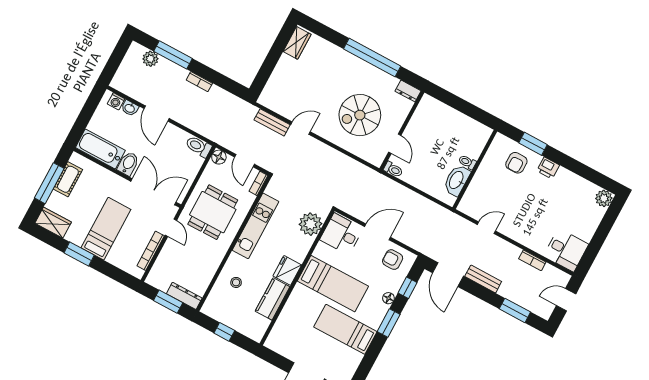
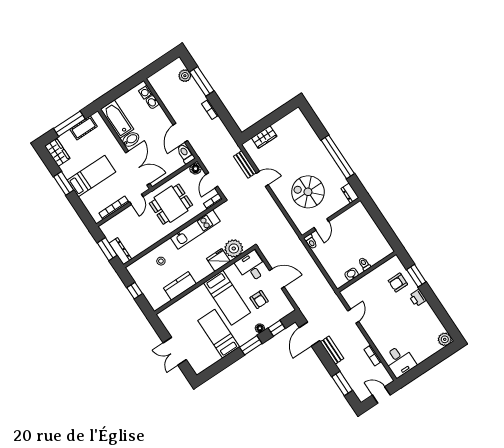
wardrobe: (297, 43) -> (264, 137), moved
door: (157, 114) -> (180, 133), moved
washbasin: (457, 180) -> (352, 274), width x0.52, depth x0.69
door: (486, 228) -> (353, 316), hinge flipped
armchair: (393, 260) -> (259, 300), moved, turned 180
fridge: (287, 270) -> (218, 260), moved

